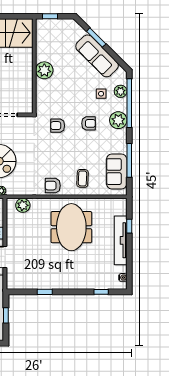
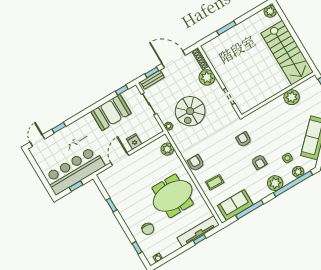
plant: (44, 70) -> (292, 97), moved
tv unit: (121, 240) -> (198, 231), moved
chair: (89, 270) -> (148, 229), added

